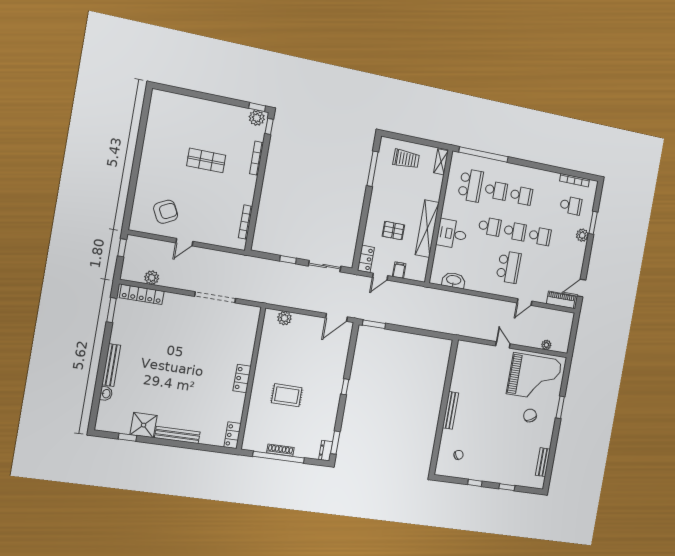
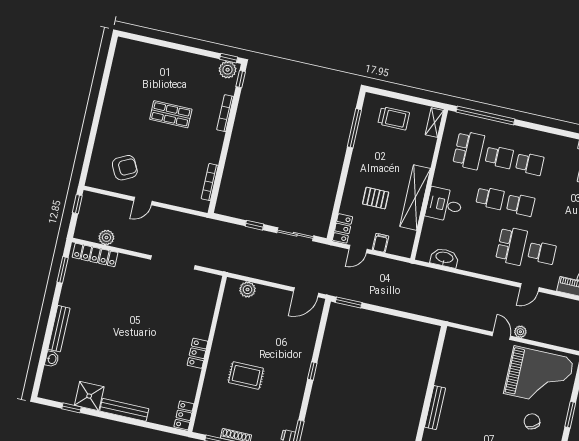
school desk: (540, 236) -> (542, 253), moved
plant: (546, 345) -> (520, 332), moved

